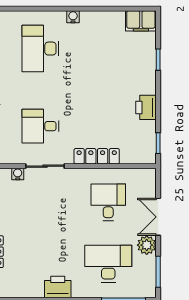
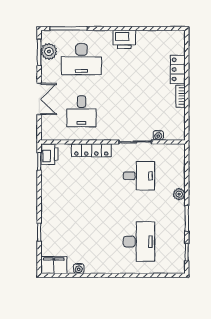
water cooler: (73, 17) -> (79, 269), moved
printer: (146, 107) -> (49, 154), moved
plant: (147, 245) -> (49, 51), moved

